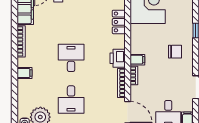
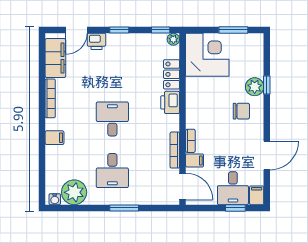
plant: (186, 32) -> (255, 87), added
printer: (118, 58) -> (170, 102), moved
filing cabinet: (137, 60) -> (195, 160), moved

